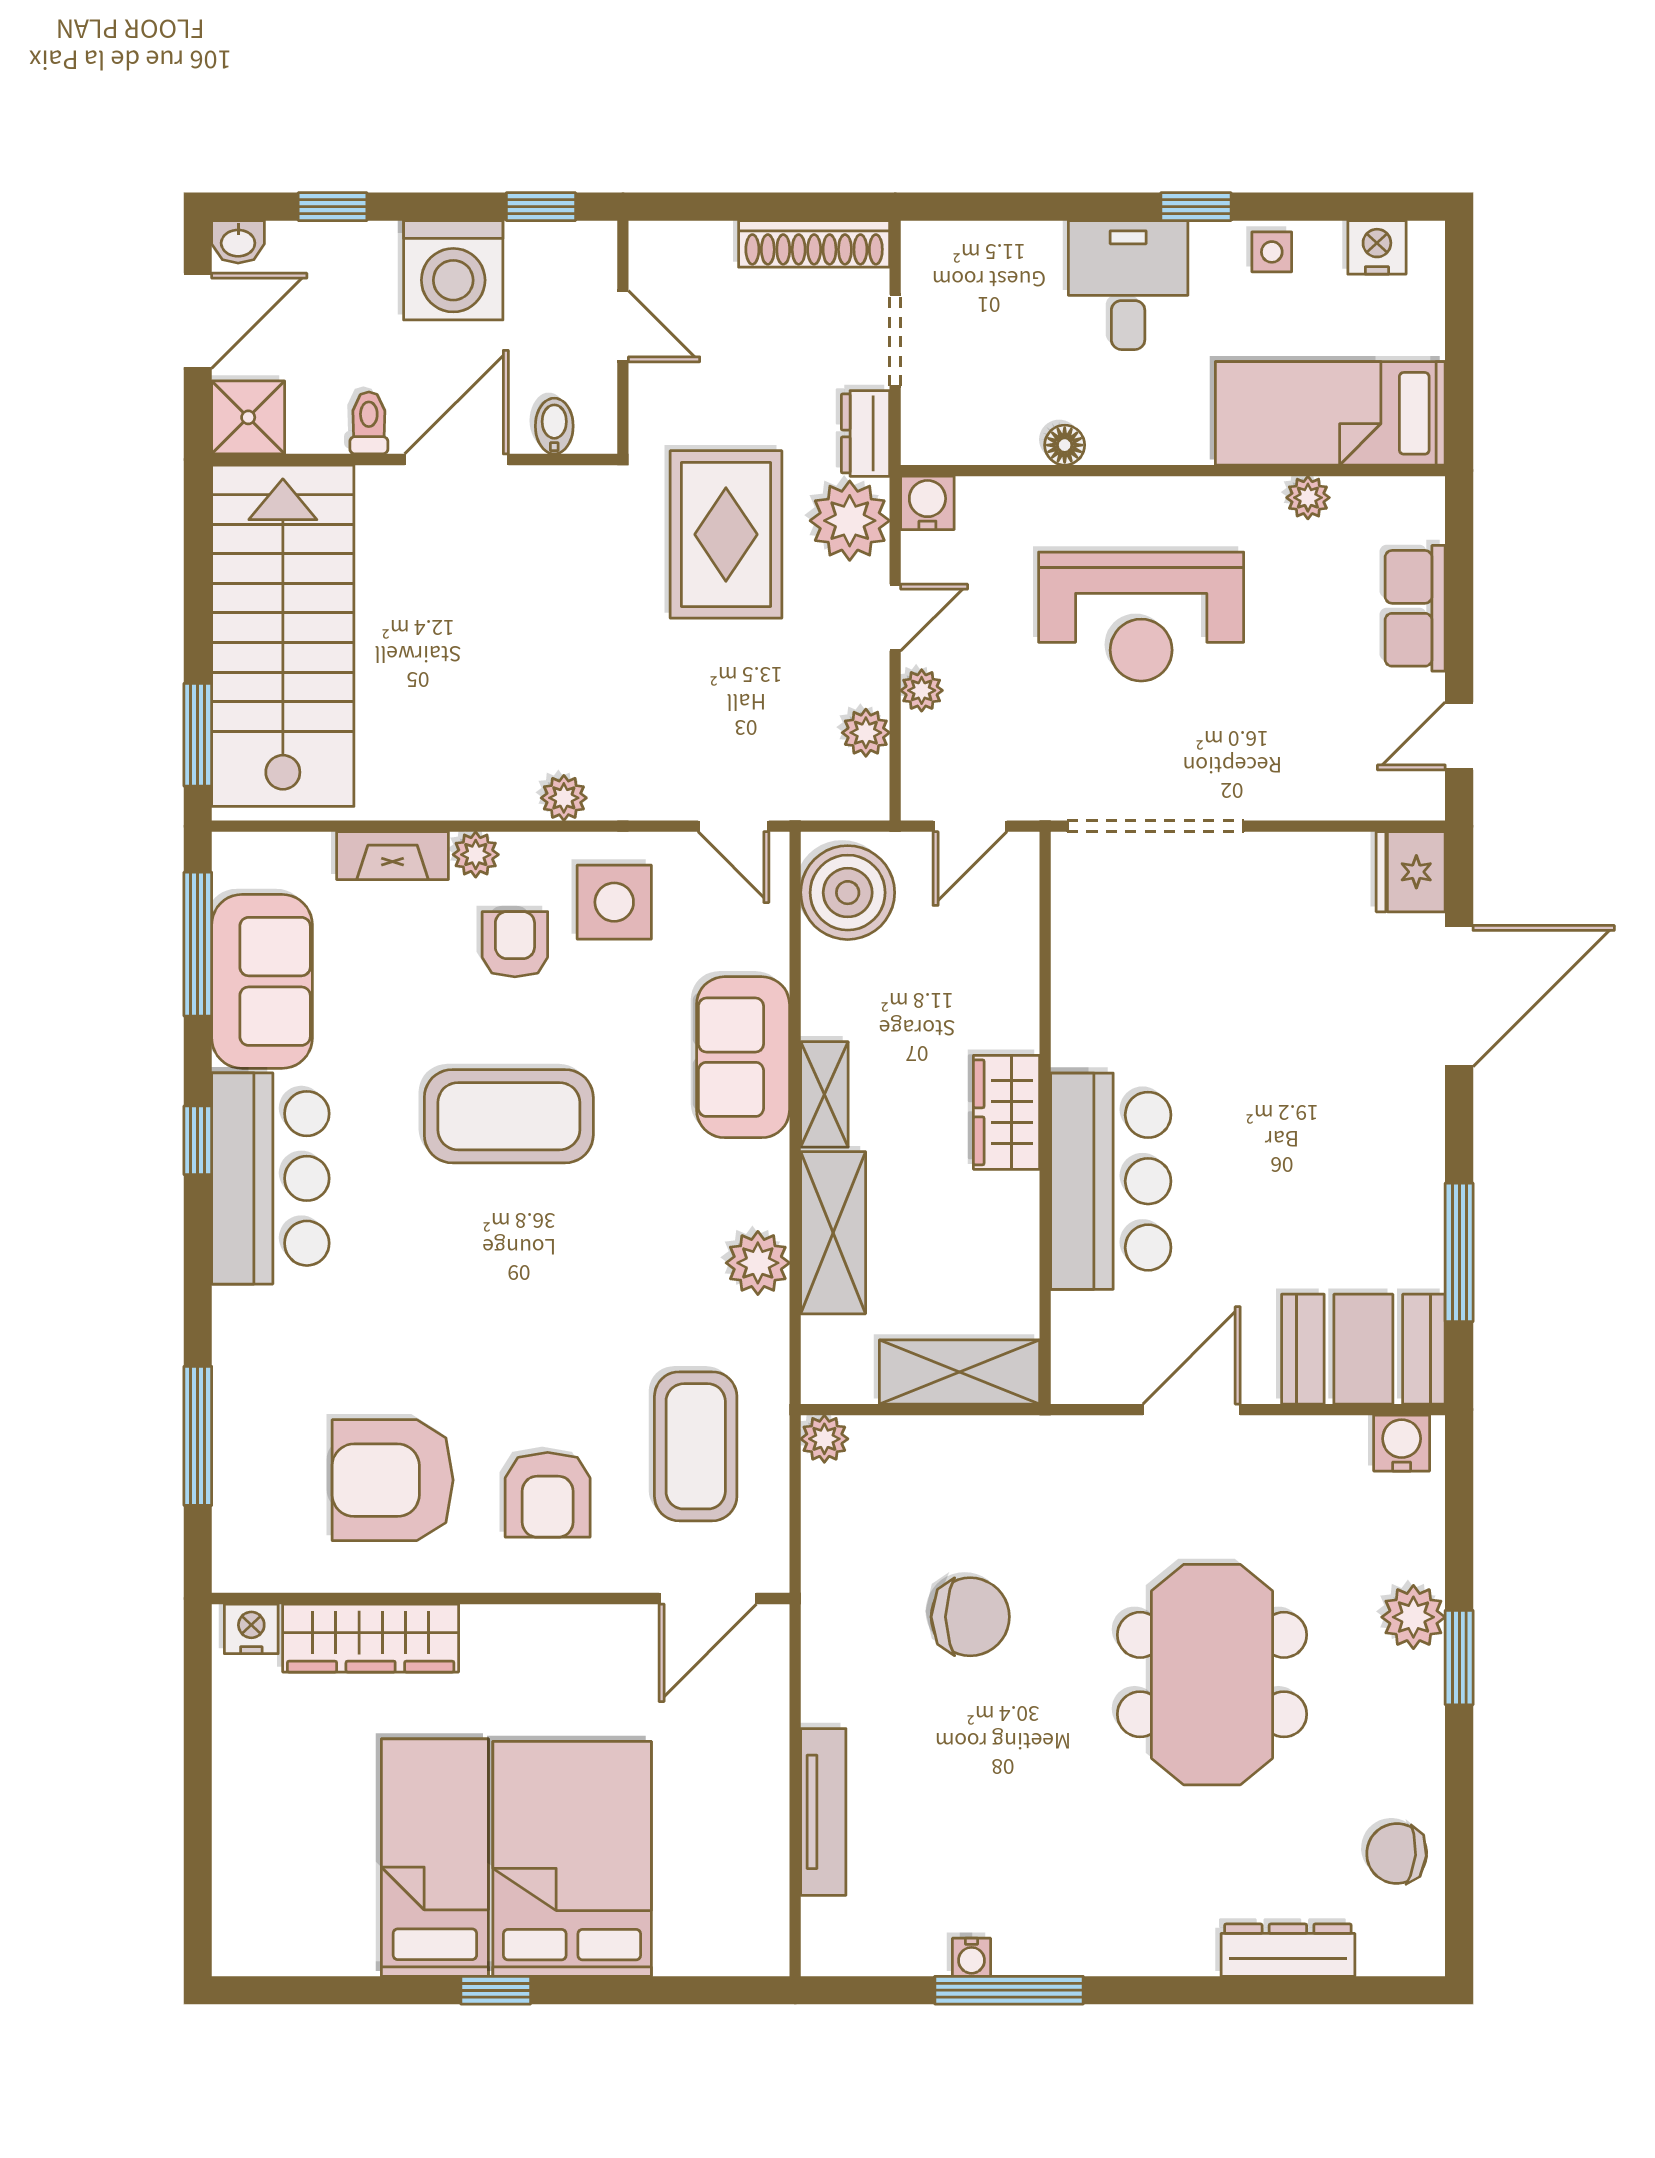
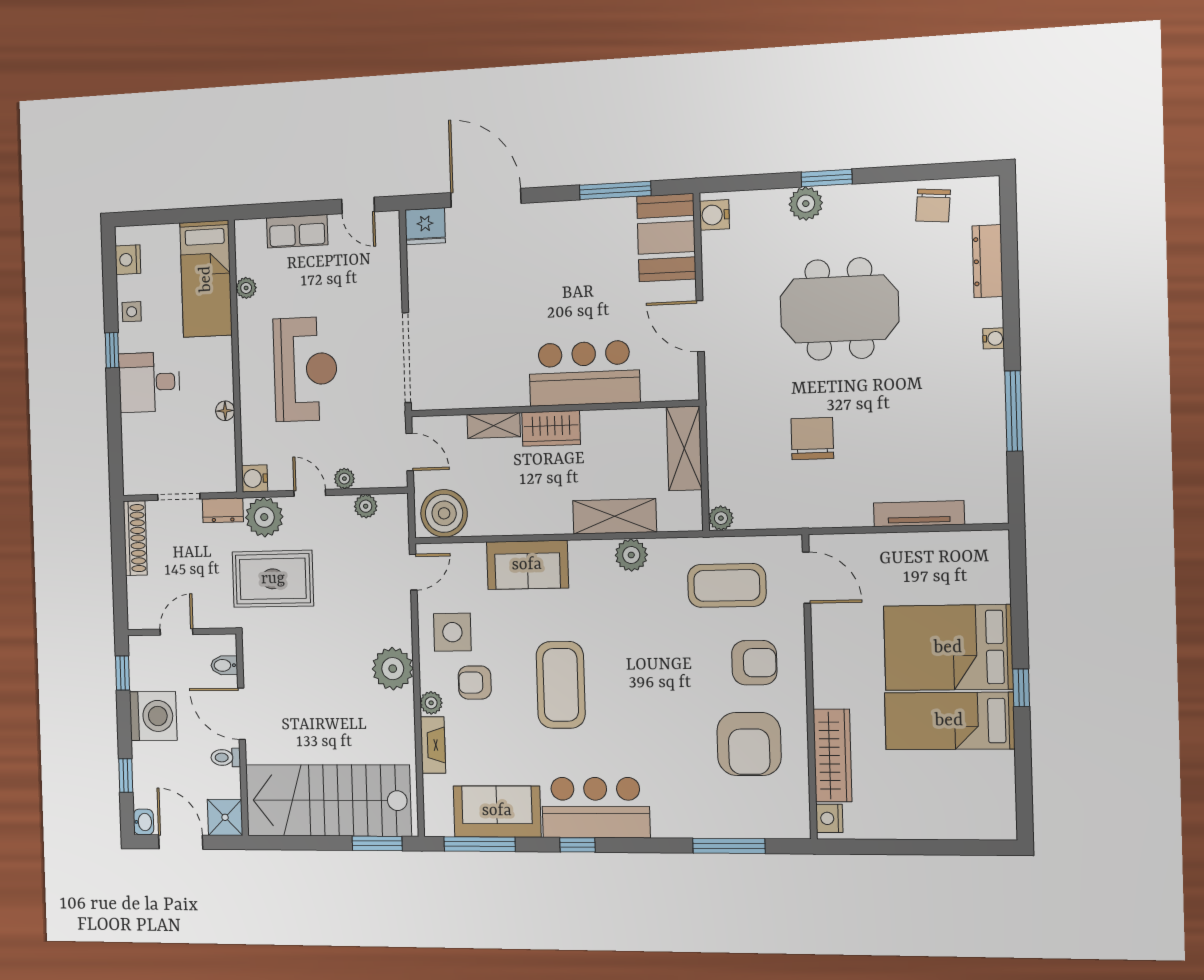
plant: (564, 798) -> (393, 669), width x1.88, depth x1.88
shelving: (824, 1094) -> (494, 426), moved
water cooler: (972, 1957) -> (994, 338), moved

